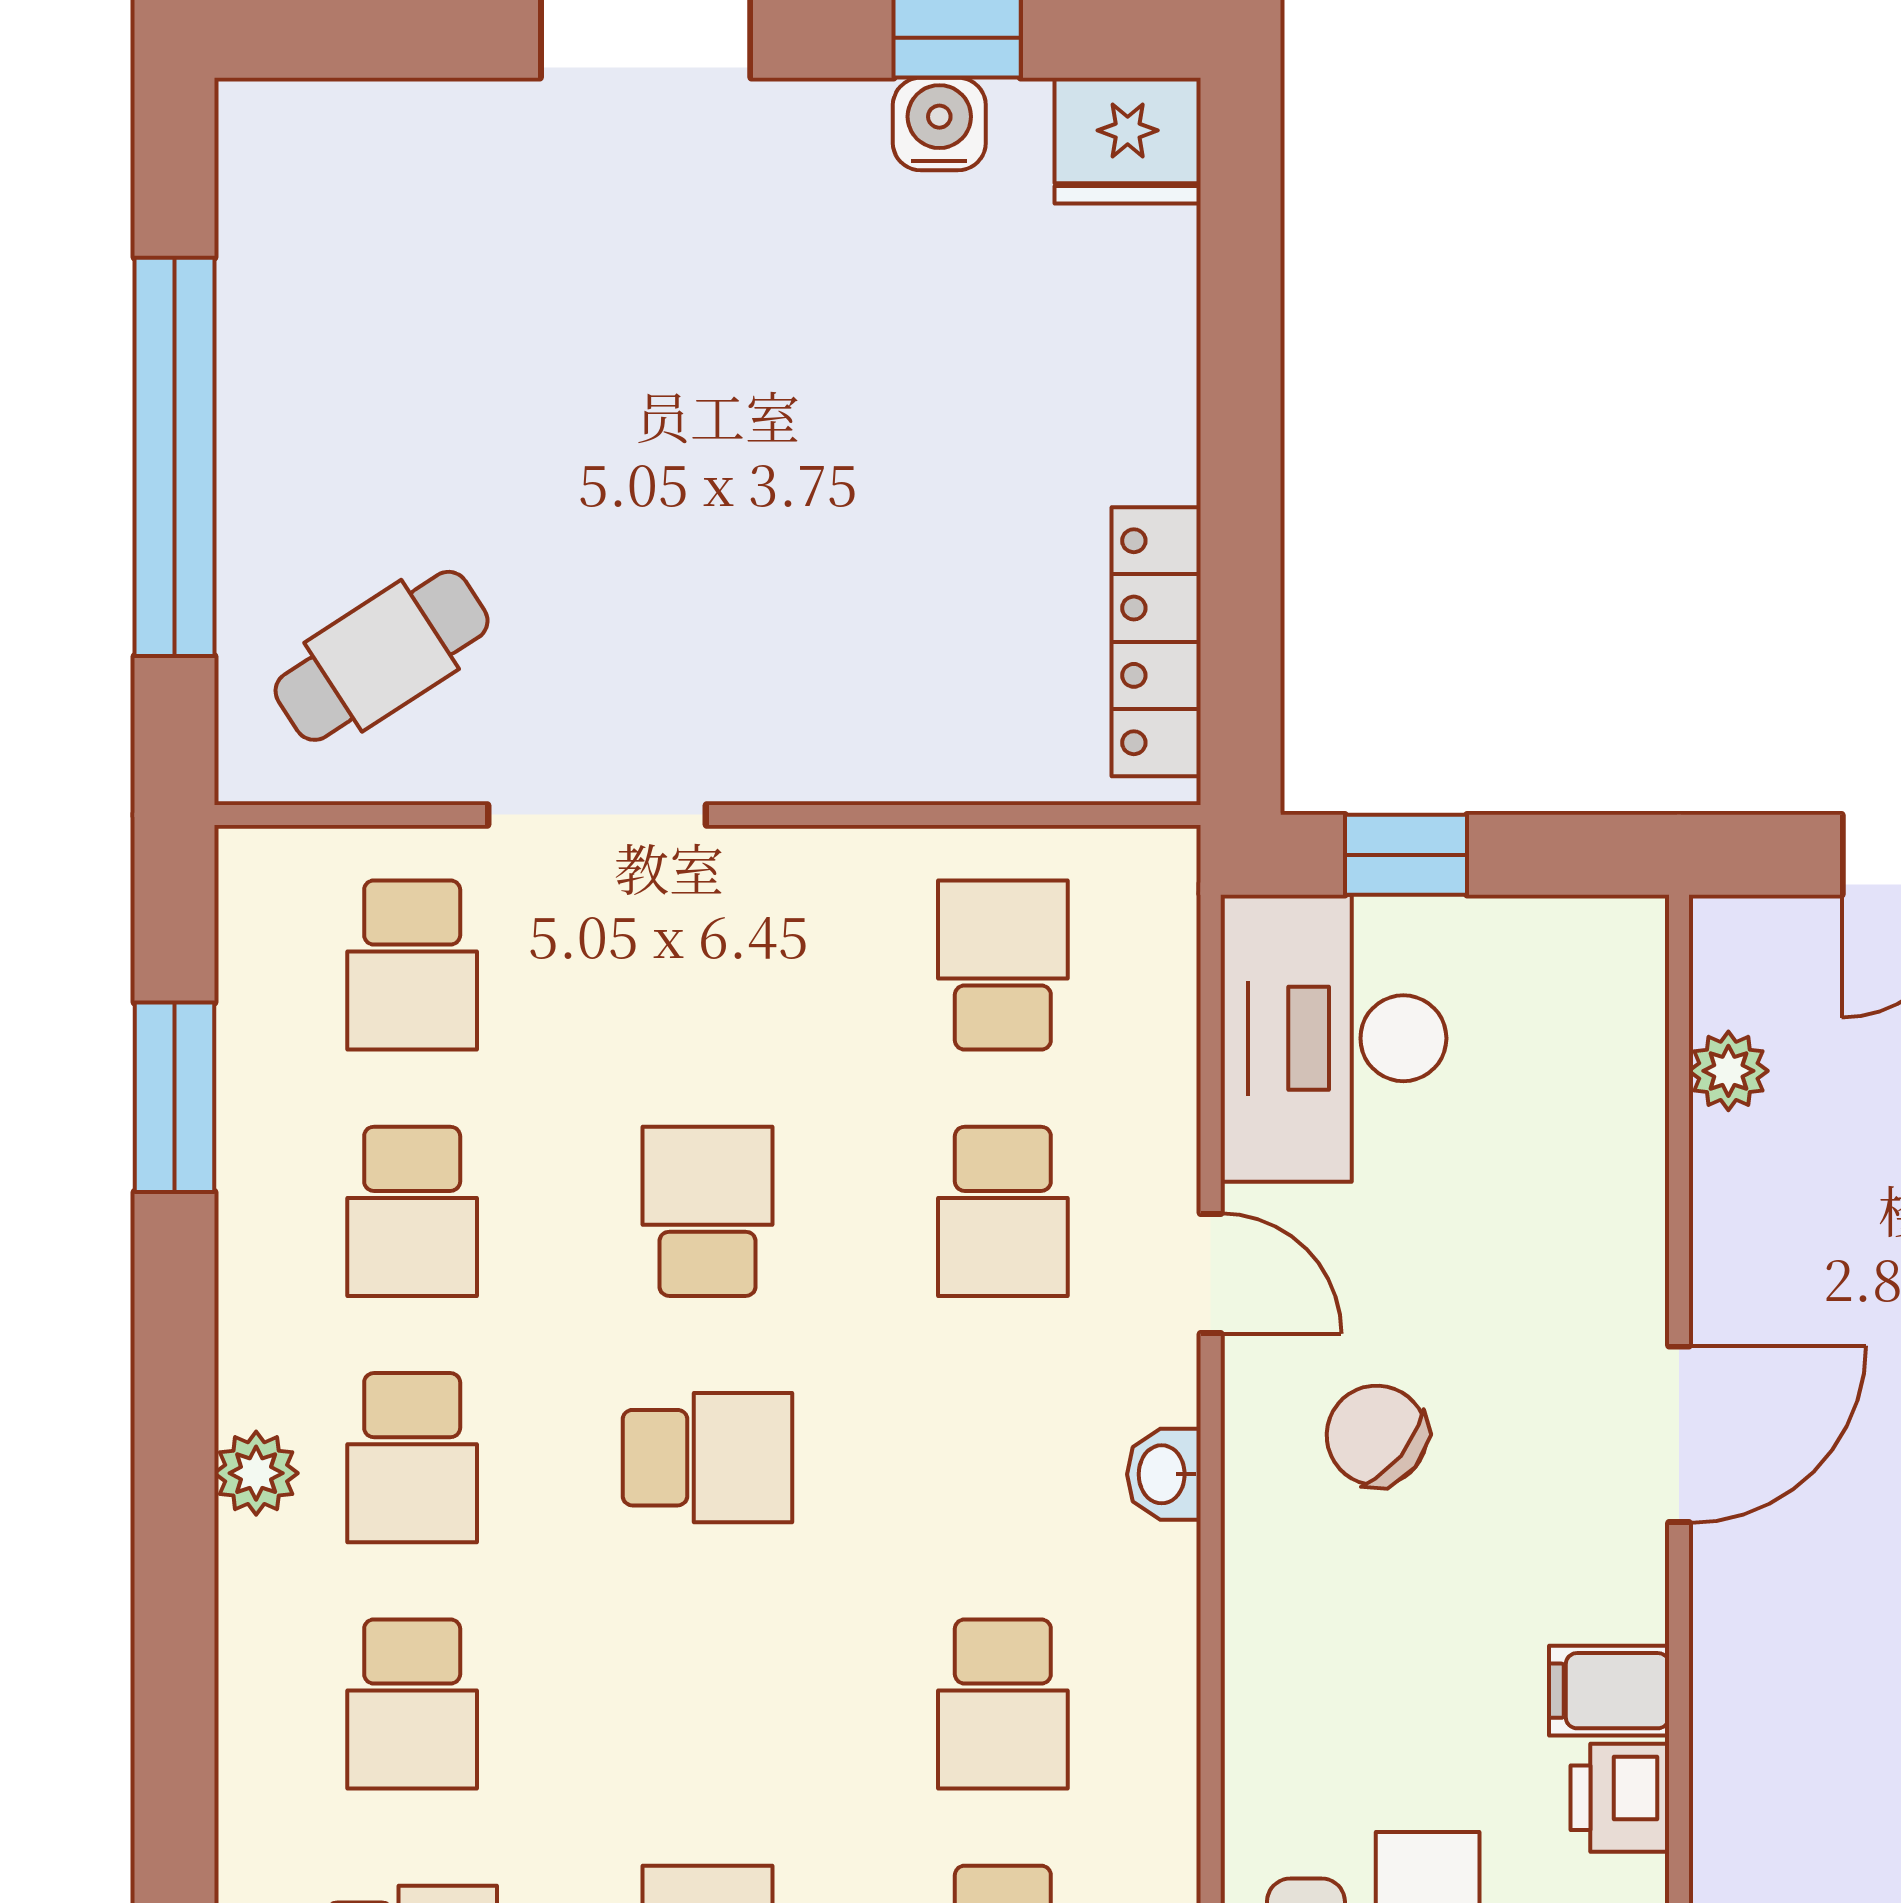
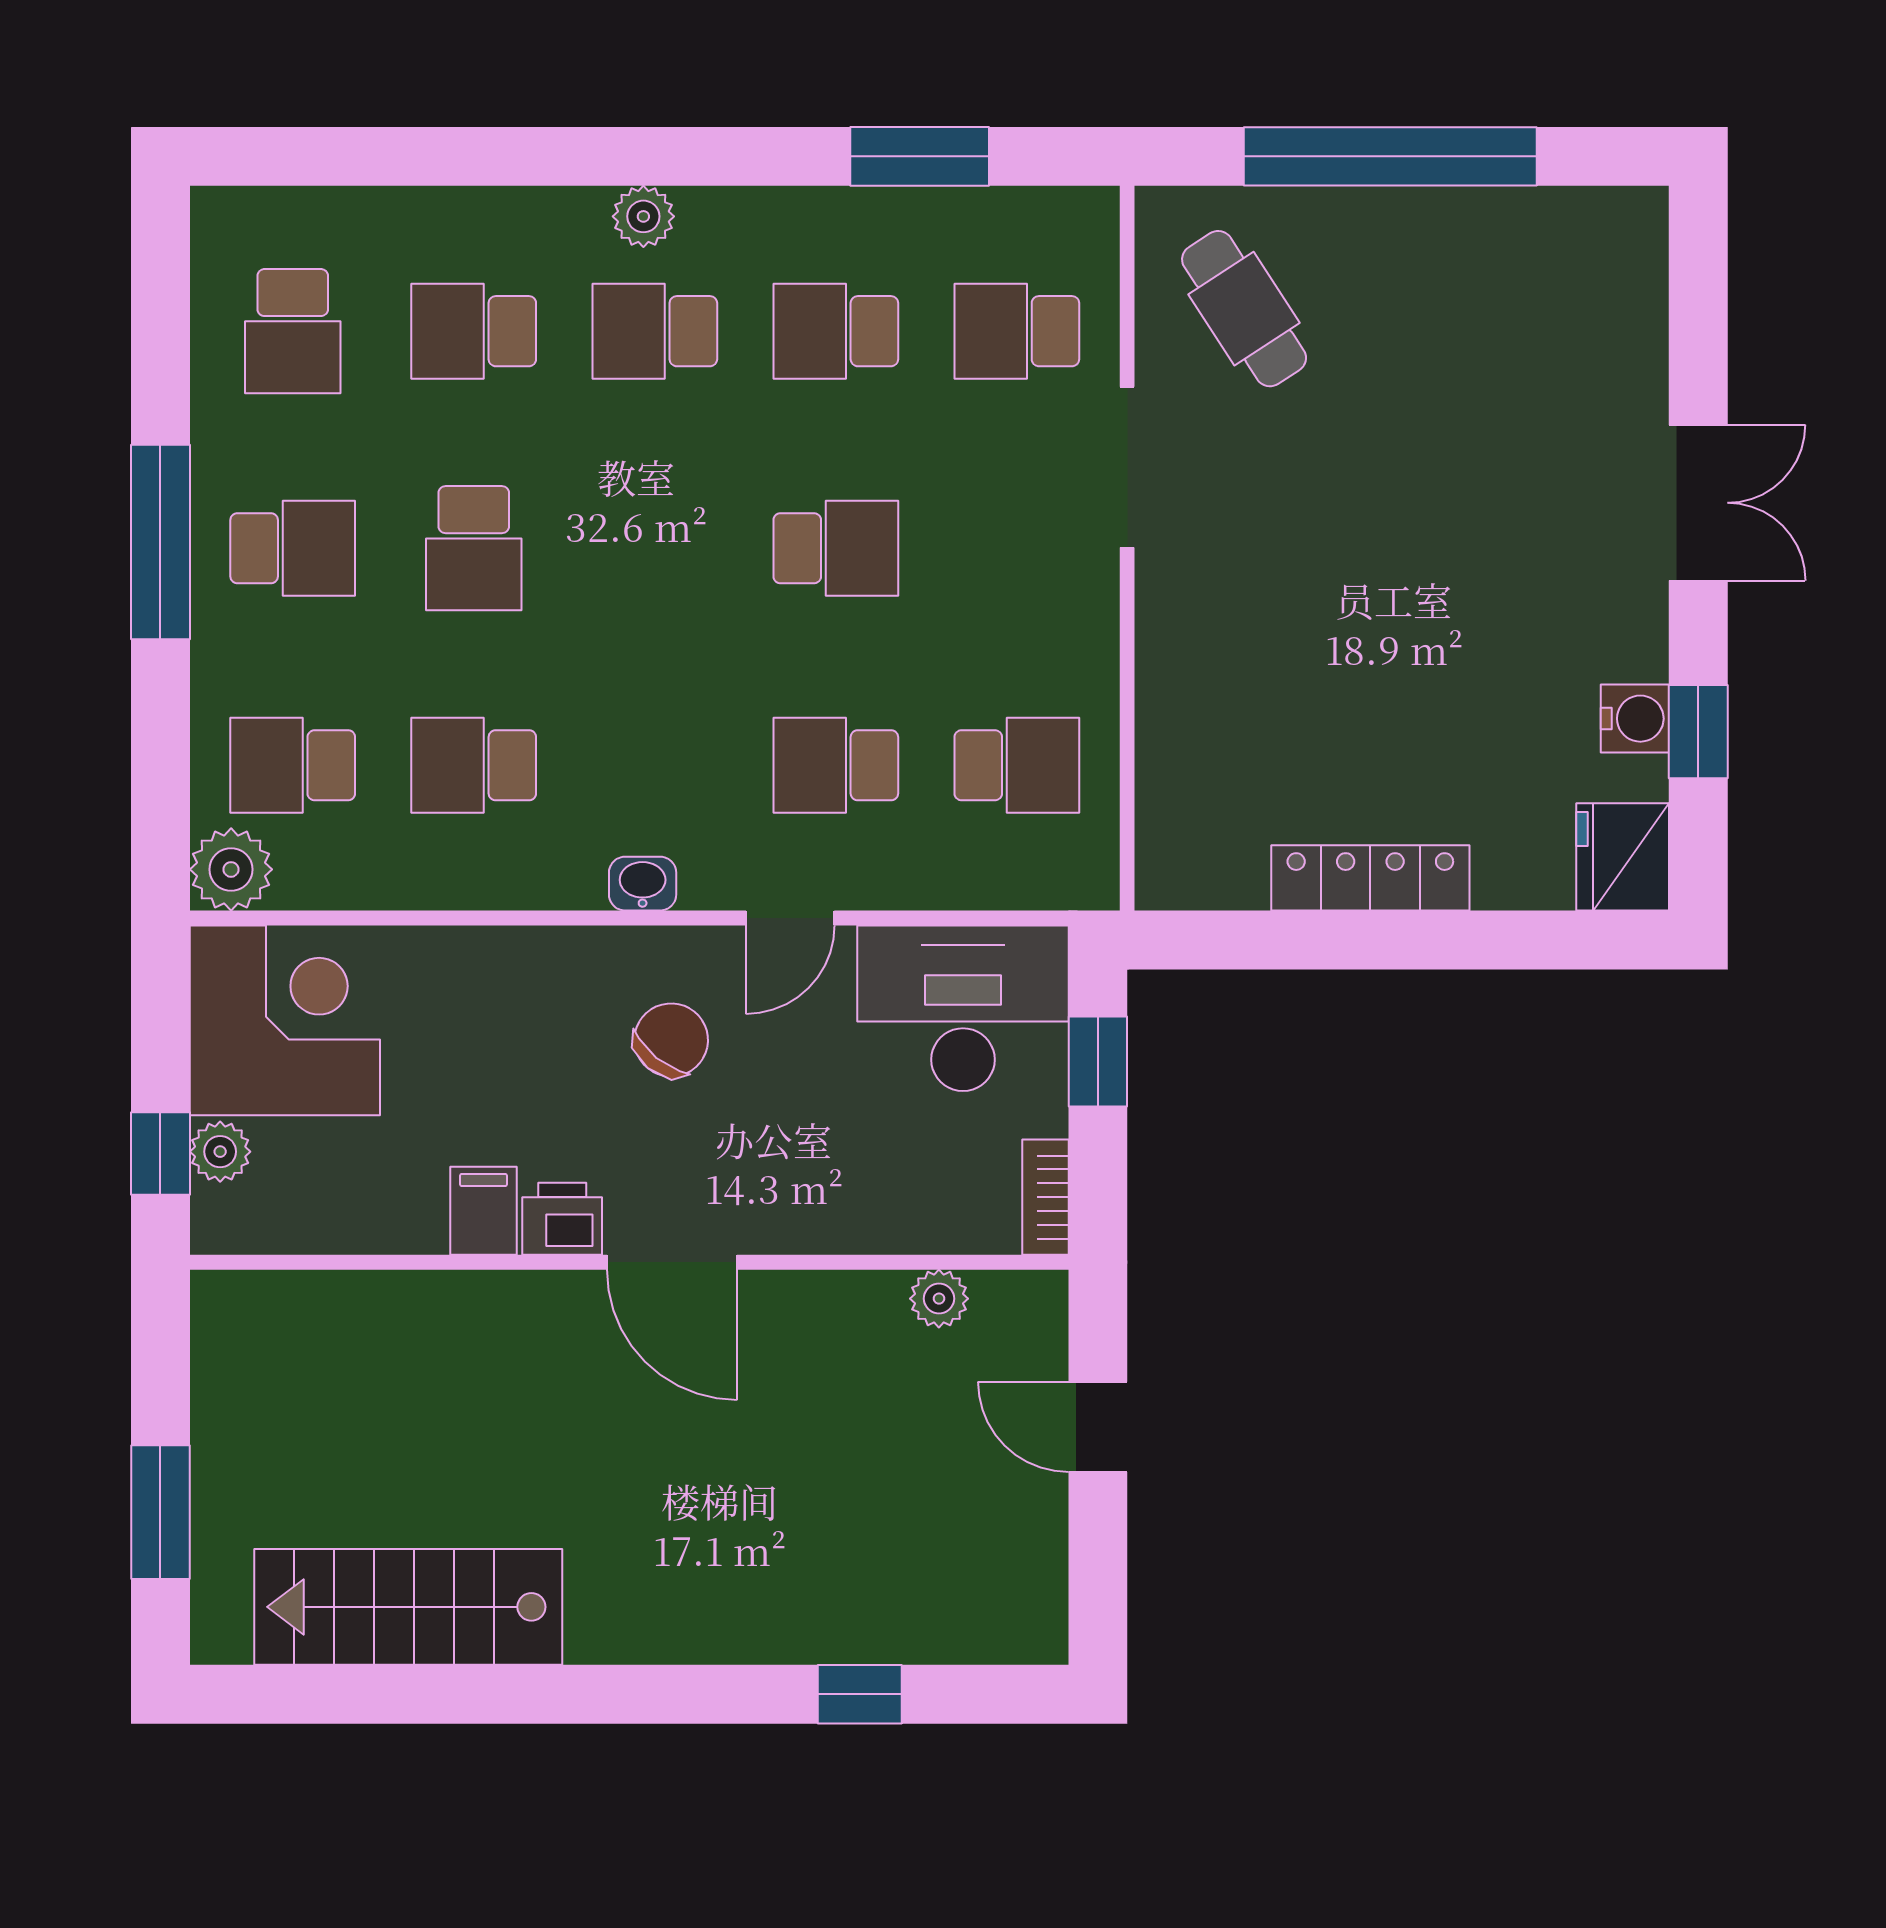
locker: (1156, 642) -> (1370, 878), moved
bookcase: (1590, 926) -> (1045, 1197), added
school desk: (707, 1458) -> (474, 548), moved
printer: (1620, 1798) -> (562, 1219), moved

